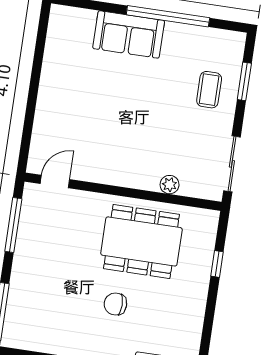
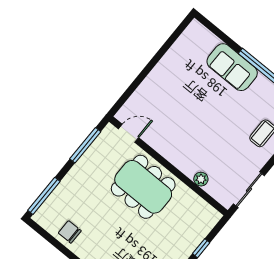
dining table: (141, 241) -> (143, 187), moved
chair: (115, 304) -> (70, 232), moved

